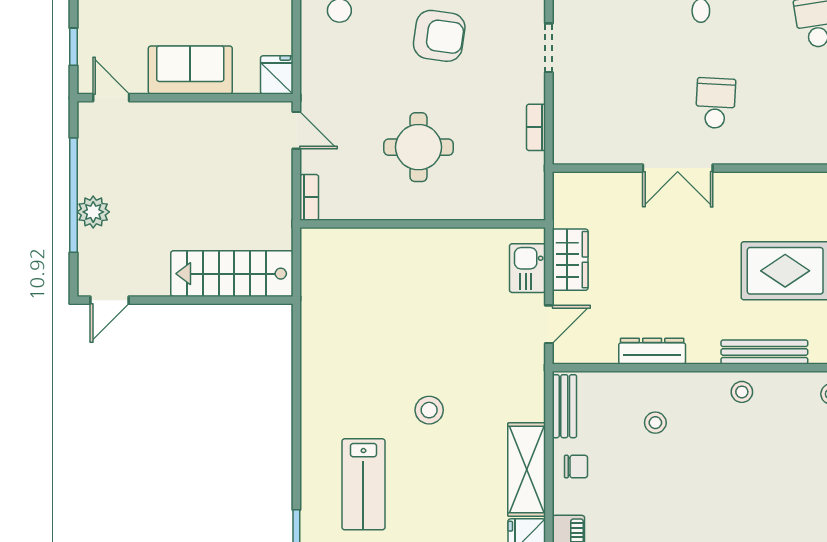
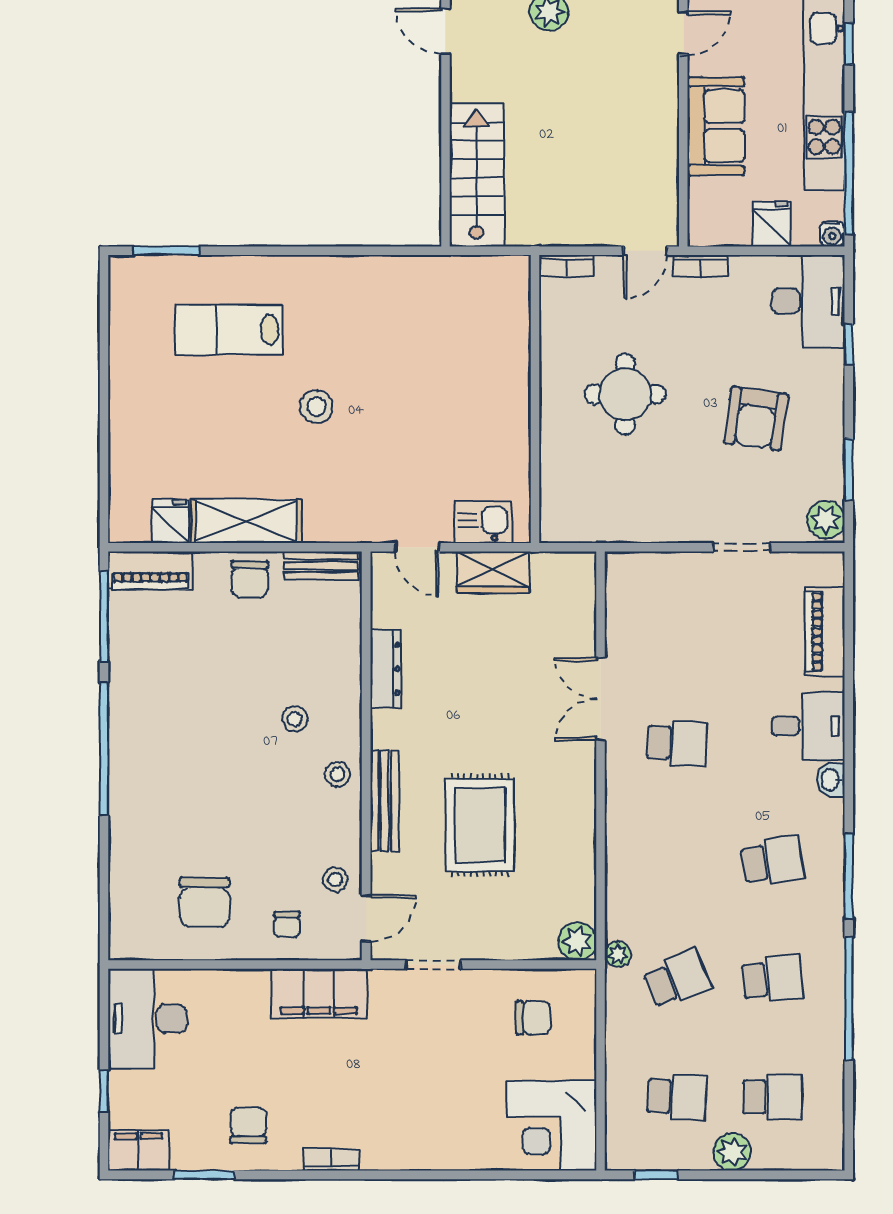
fridge: (277, 75) -> (772, 224), moved, turned -90
bookcase: (536, 127) -> (701, 266), moved, turned 180
stool: (655, 423) -> (295, 719), moved
chair: (576, 467) -> (250, 579), width x1.37, depth x1.37

